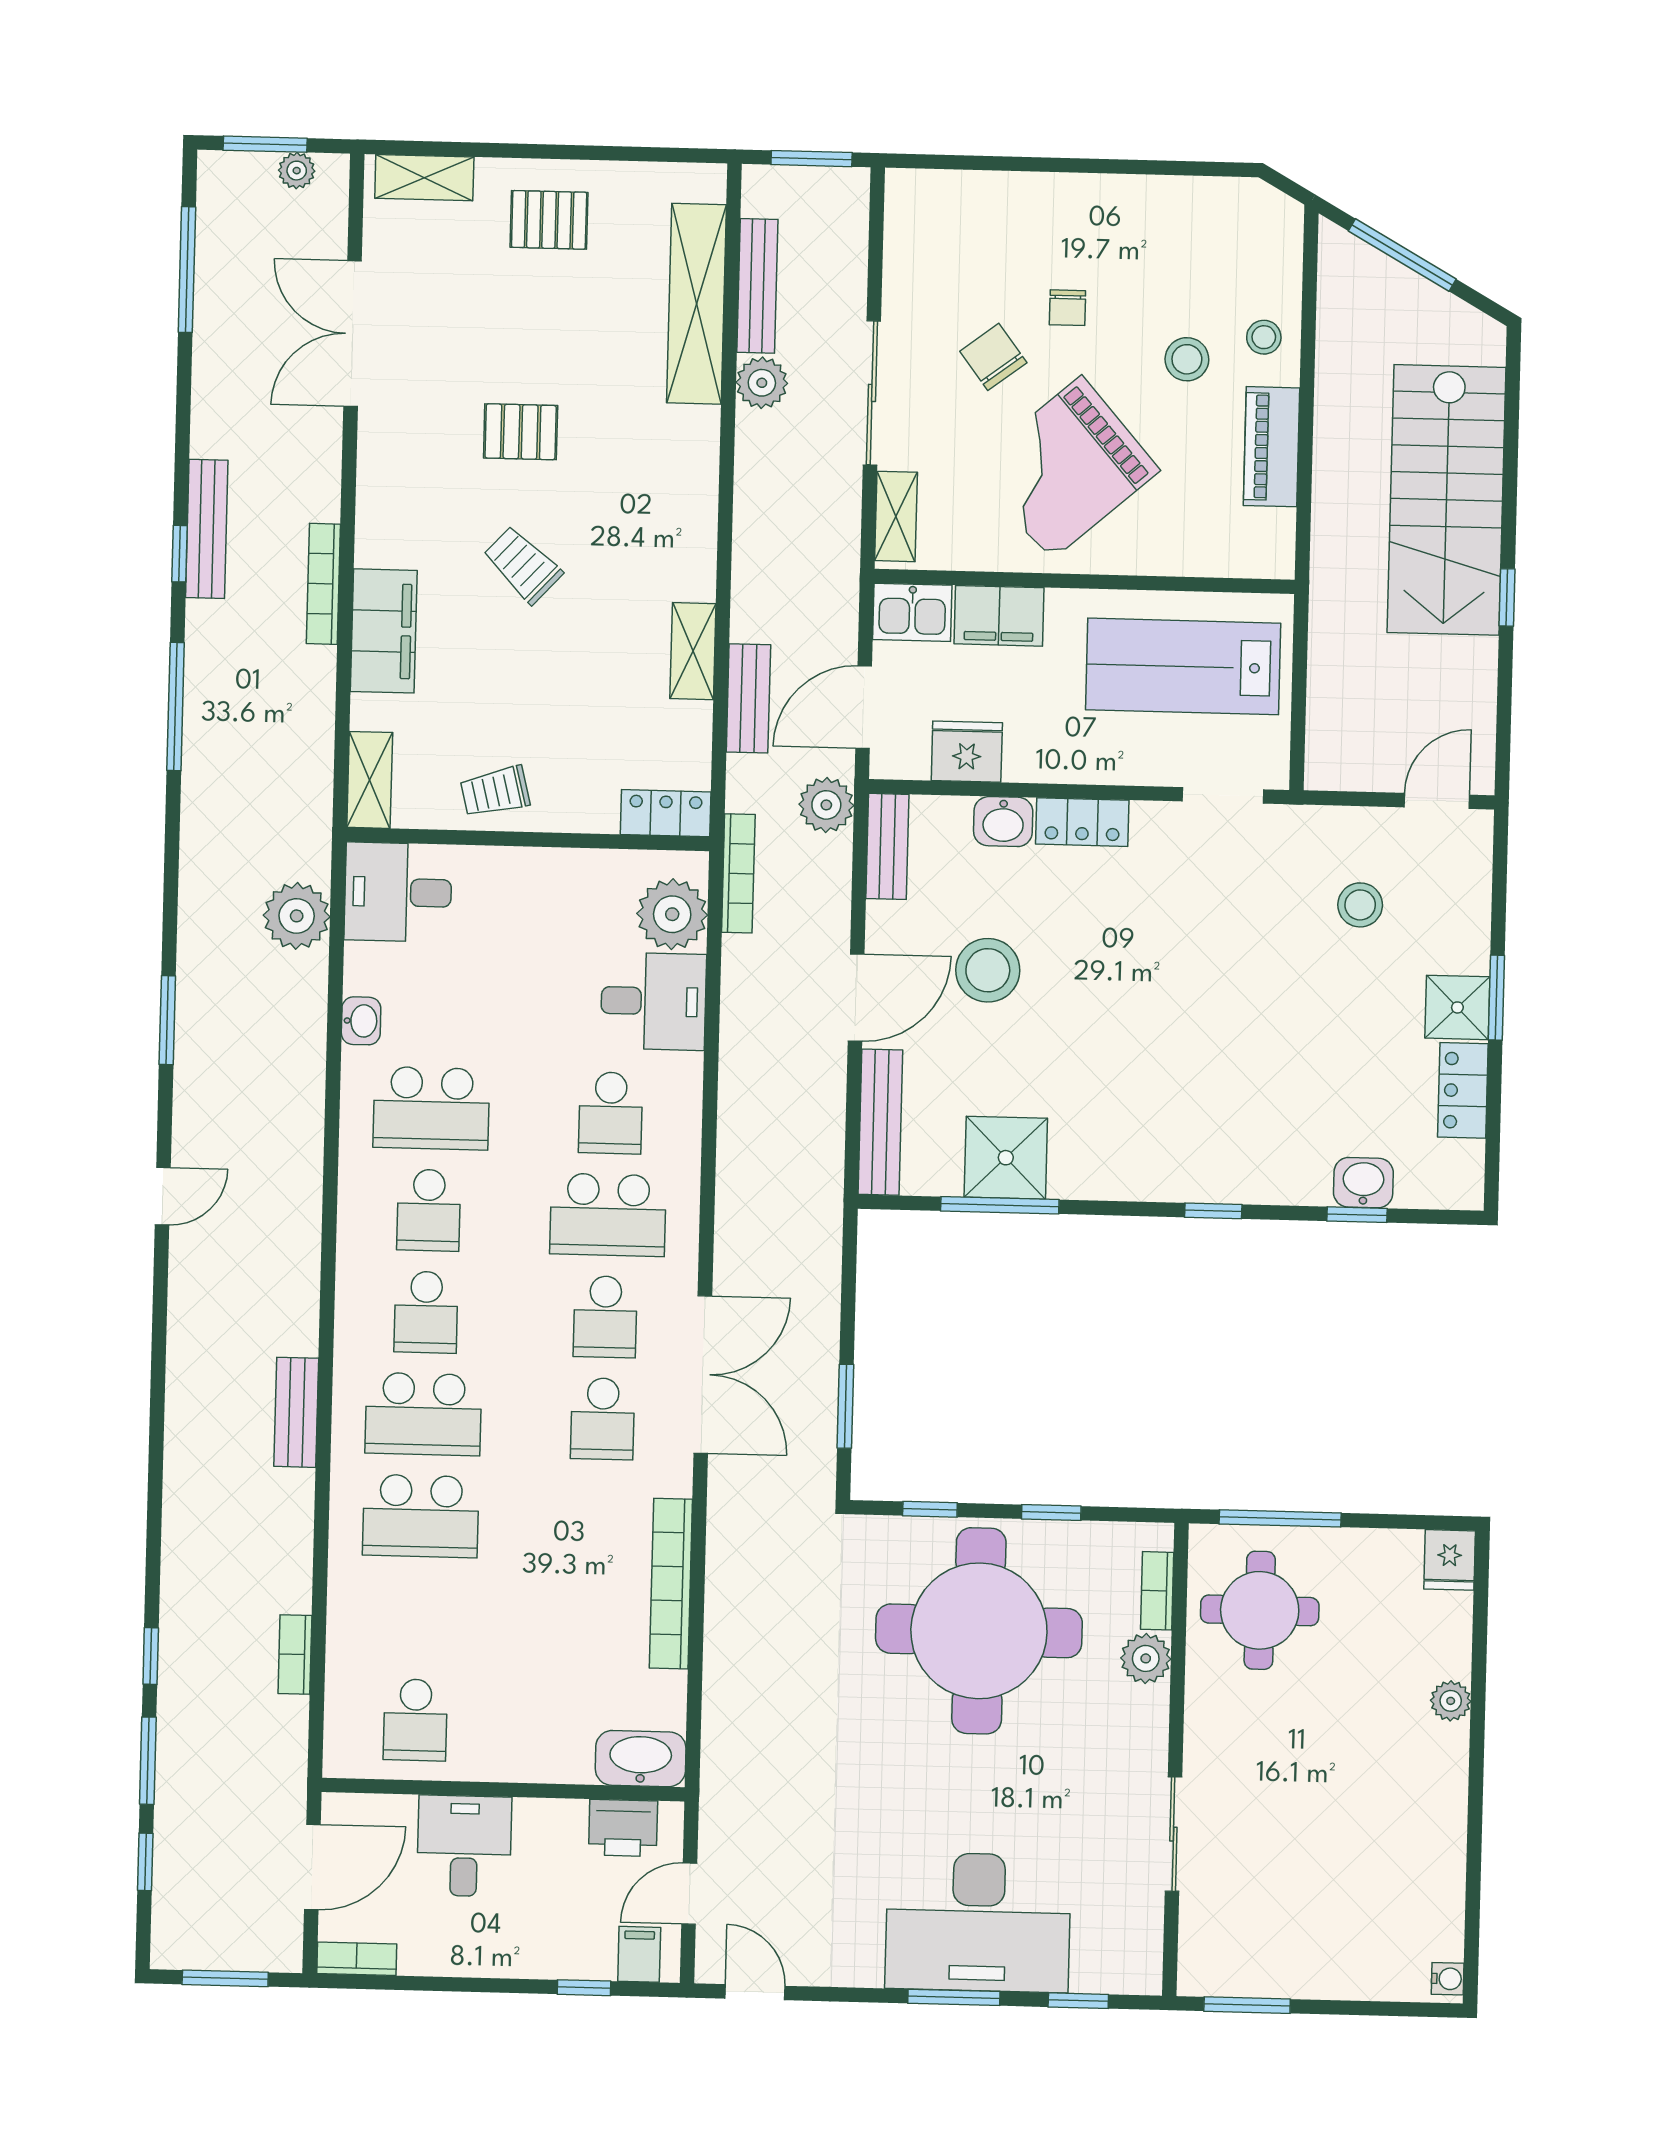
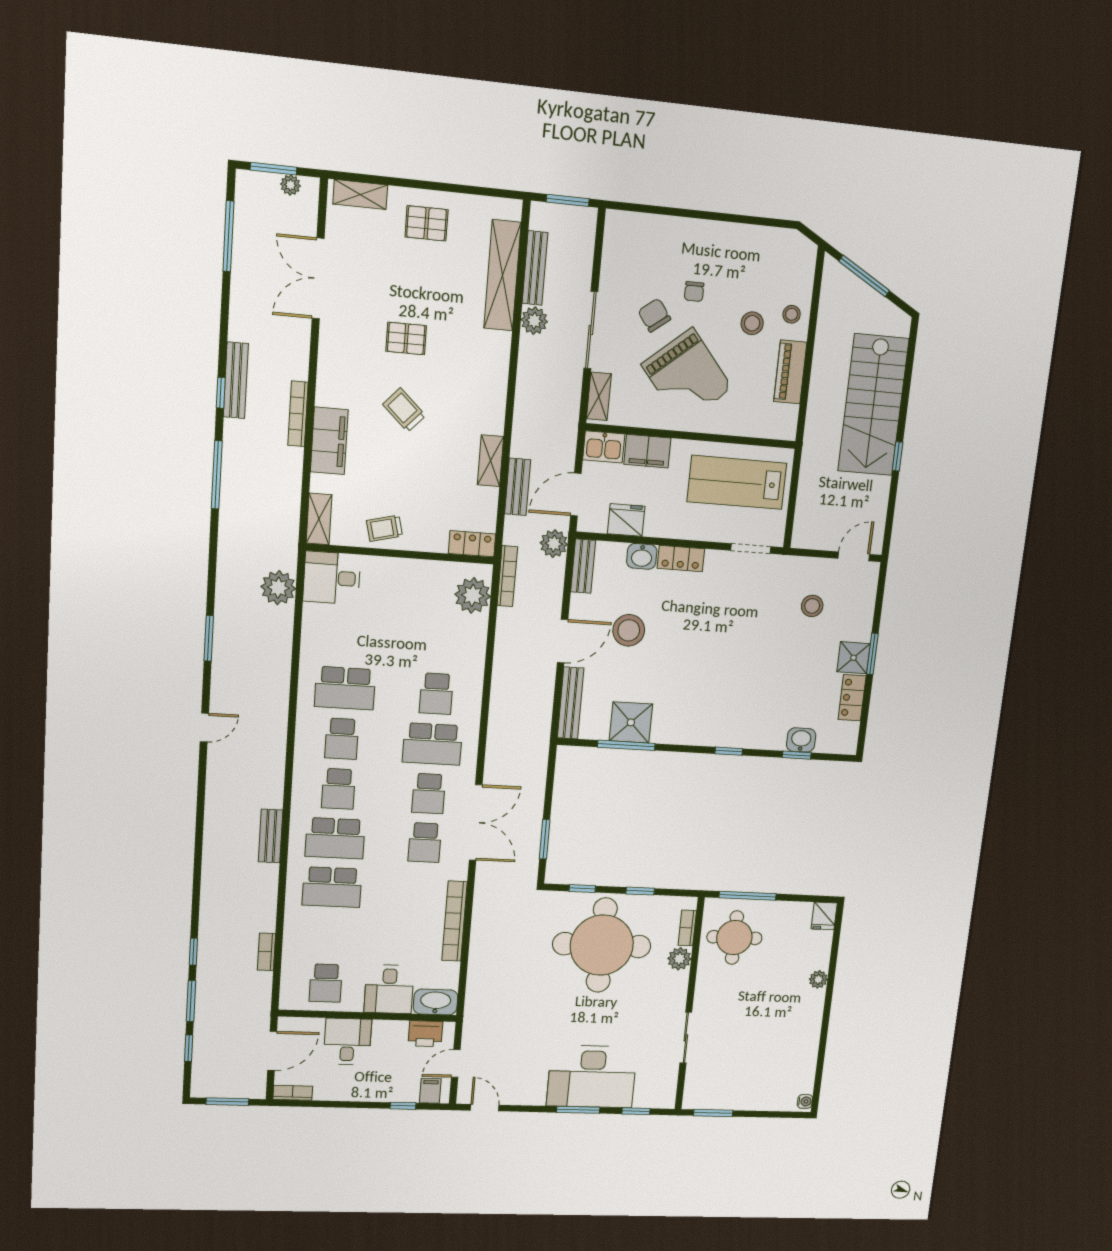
grand piano: (1066, 468) -> (687, 376), turned -89
desk: (653, 1001) -> (389, 989), moved, turned 90
washbasin: (361, 1021) -> (310, 643), removed

